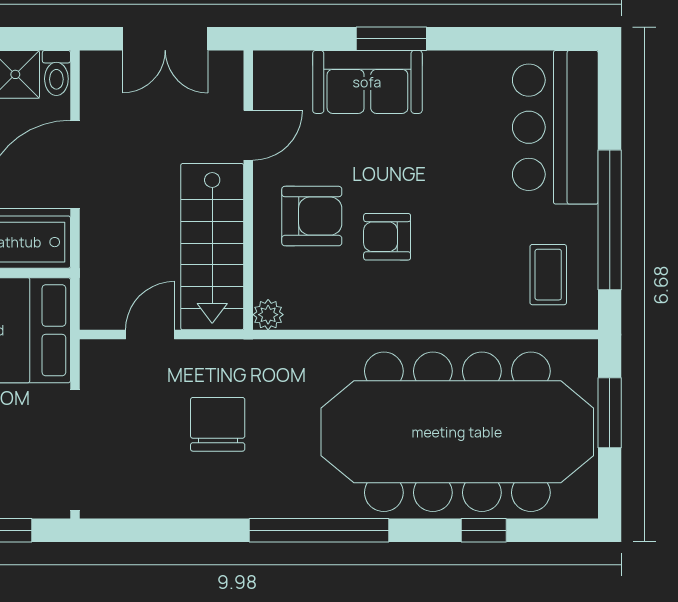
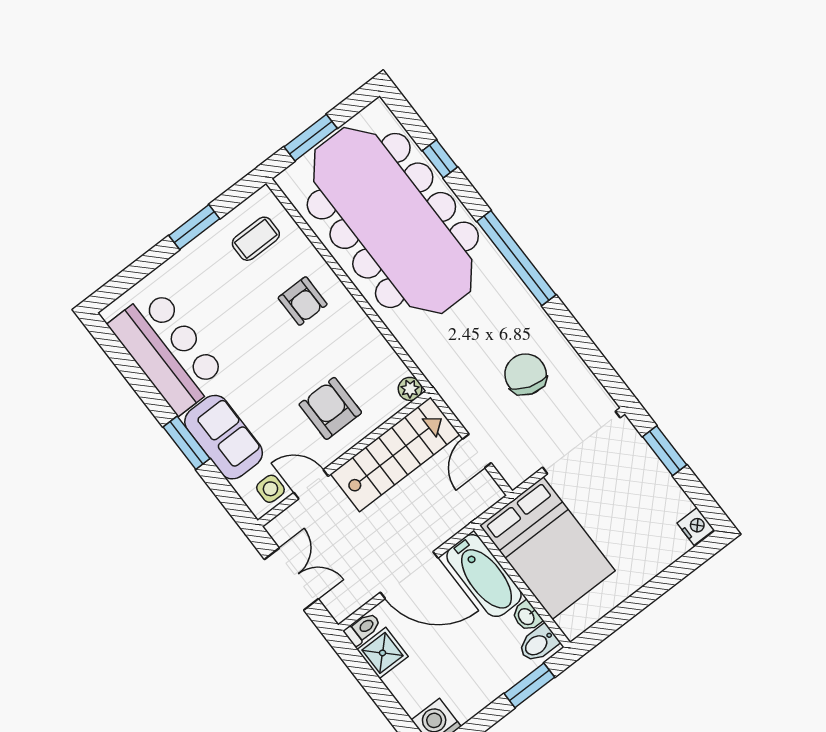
side table: (276, 89) -> (270, 489), added
bar counter: (555, 127) -> (168, 351), moved, turned -90
window: (610, 220) -> (194, 227), width x0.47
armchair: (387, 237) -> (303, 301), moved
door: (150, 335) -> (477, 451), hinge flipped
chair: (218, 424) -> (526, 374), moved, turned 109

